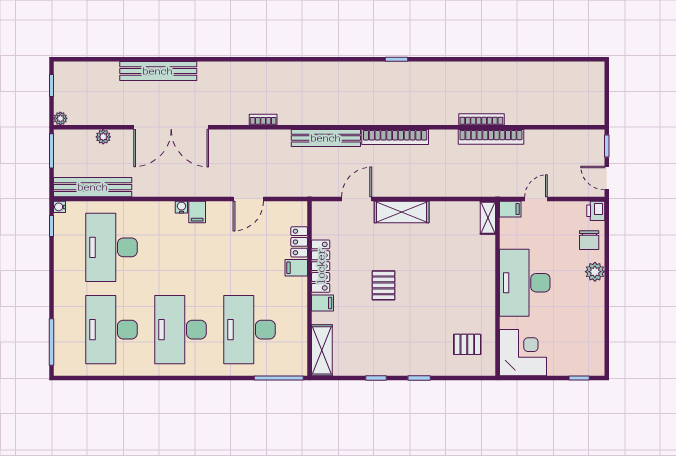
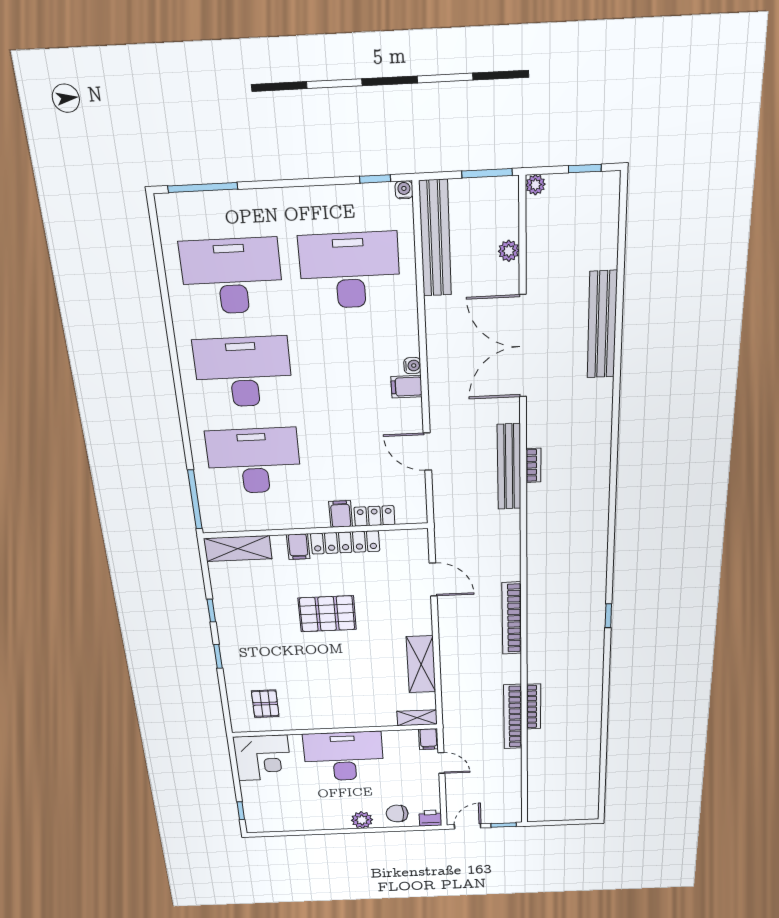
bench: (326, 138) -> (509, 467), moved
shelving: (402, 212) -> (421, 664), moved
pallet: (384, 285) -> (327, 614), width x1.50, depth x1.42

